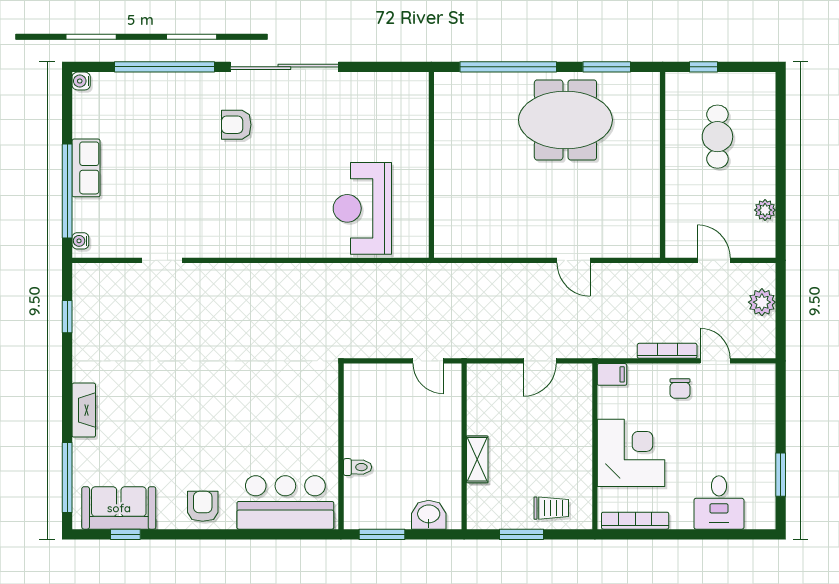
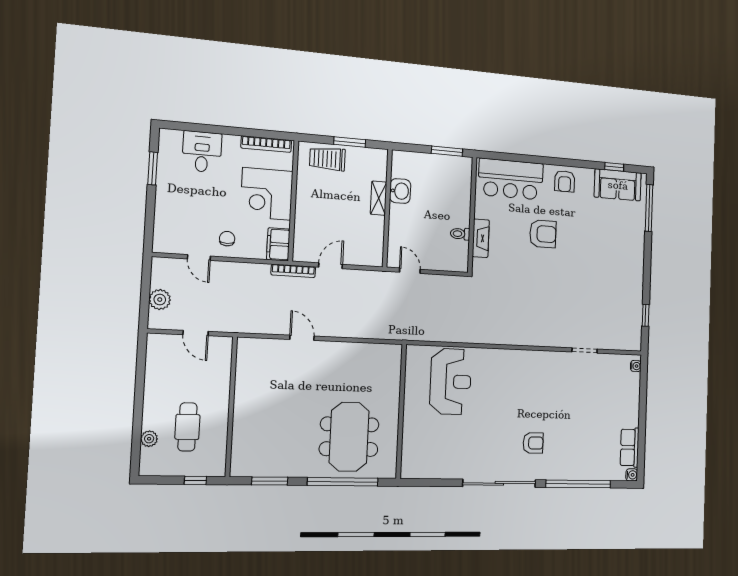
meeting table: (565, 120) -> (349, 437), moved, turned 90
row of seats: (86, 168) -> (630, 447), moved
window: (67, 191) -> (643, 400), removed
plant: (765, 210) -> (149, 439), moved
bookcase: (667, 351) -> (293, 271), moved
filing cabinet: (612, 374) -> (278, 244), width x2.00
fireplace: (84, 410) -> (481, 238), moved, turned 180
armchair: (233, 427) -> (543, 234), added
toilet: (358, 467) -> (460, 234), moved
trolley: (551, 508) -> (327, 159), width x1.36, depth x1.39
washbasin: (429, 515) -> (400, 191), moved, turned -90

